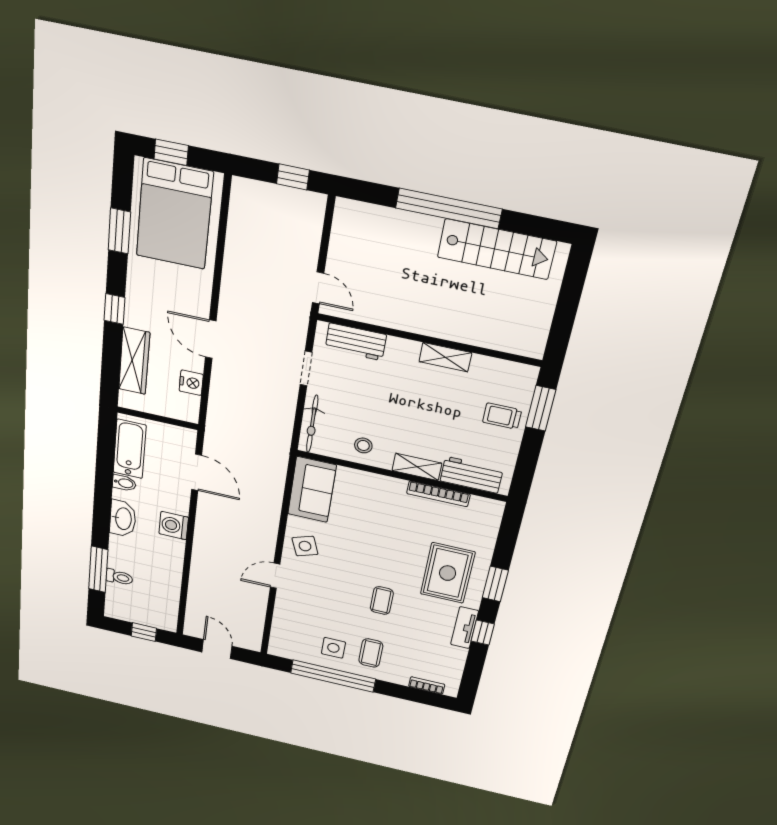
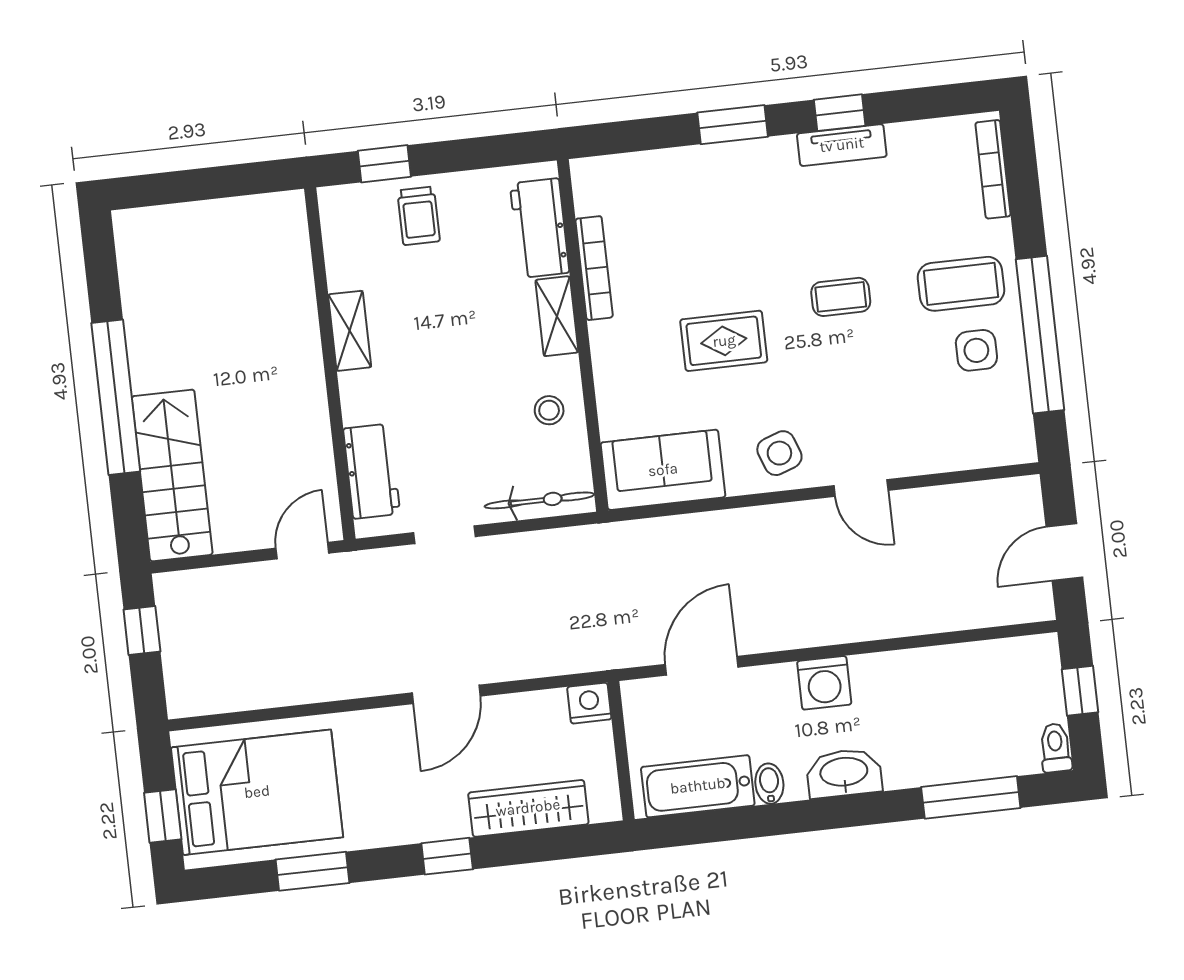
stairs: (497, 249) -> (172, 475), moved
nightstand: (191, 383) -> (589, 703), moved
window: (541, 408) -> (384, 164), width x0.67
rug: (448, 573) -> (724, 341), moved, width x0.73, depth x0.70
toilet: (119, 577) -> (1055, 748), moved
coffee table: (371, 653) -> (961, 284), width x1.36, depth x1.30
bookcase: (427, 685) -> (993, 169), width x1.56

